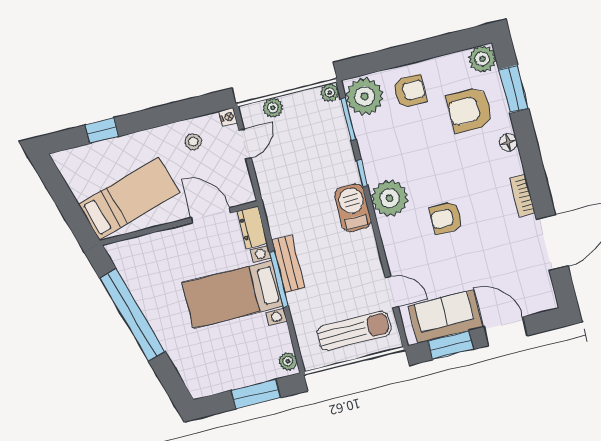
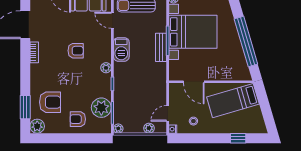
plant: (365, 96) -> (101, 108), moved
floor lamp: (508, 142) -> (35, 81), removed
plant: (390, 198) -> (106, 68), width x0.53, depth x0.53
barbecue: (353, 208) -> (121, 49), moved
dresser: (252, 227) -> (174, 71), removed
bed with nightstands: (232, 294) -> (193, 32), width x1.36

